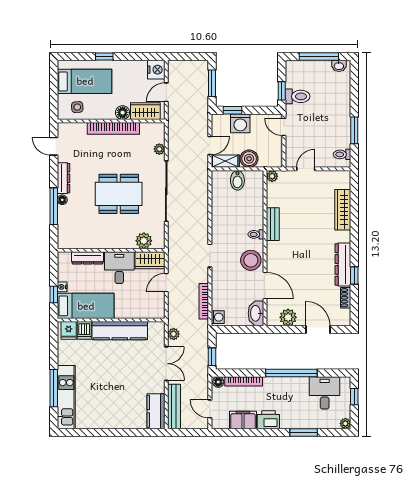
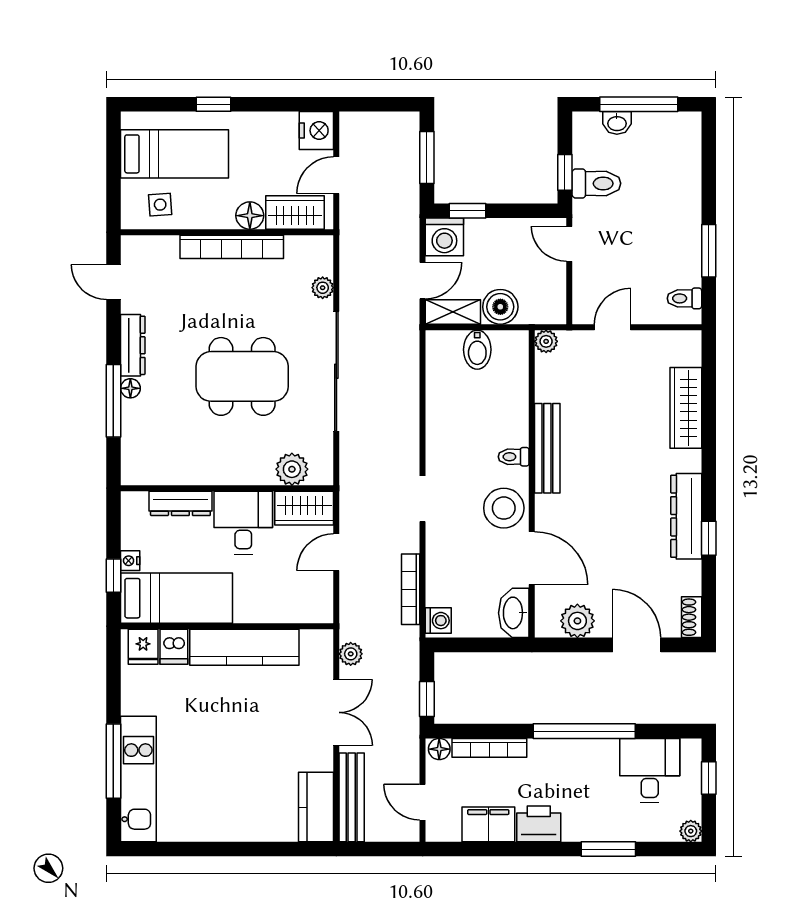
washbasin: (339, 66) -> (617, 123), moved
washing machine: (240, 123) -> (444, 237), moved
bench: (273, 224) -> (547, 448), width x1.36
shoe rack: (346, 298) -> (692, 617), moved

